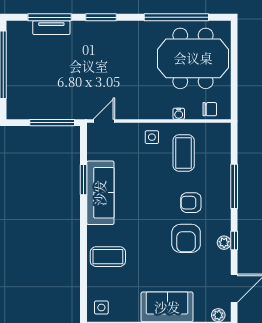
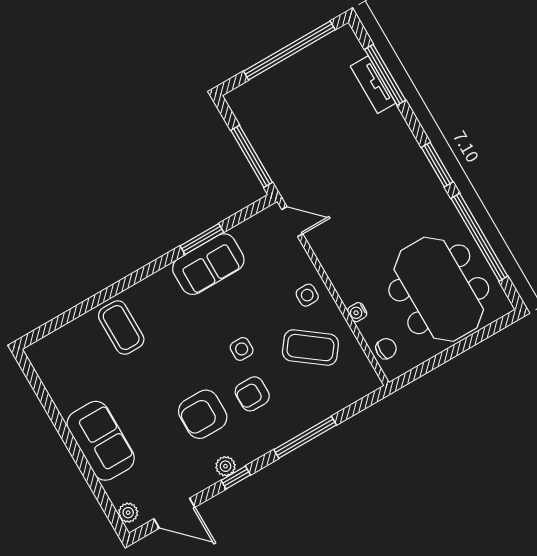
window: (101, 17) -> (437, 165), moved
chair: (210, 109) -> (386, 349), turned -90
coffee table: (184, 153) -> (310, 348), turned 37
sofa: (100, 193) -> (208, 264), width x0.73
armchair: (191, 203) -> (252, 394), turned -90
side table: (101, 307) -> (242, 349), moved

